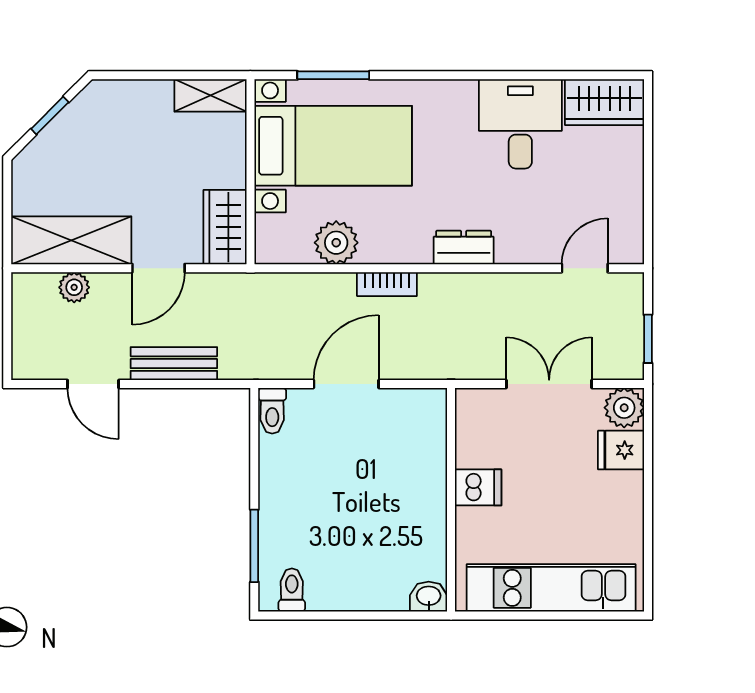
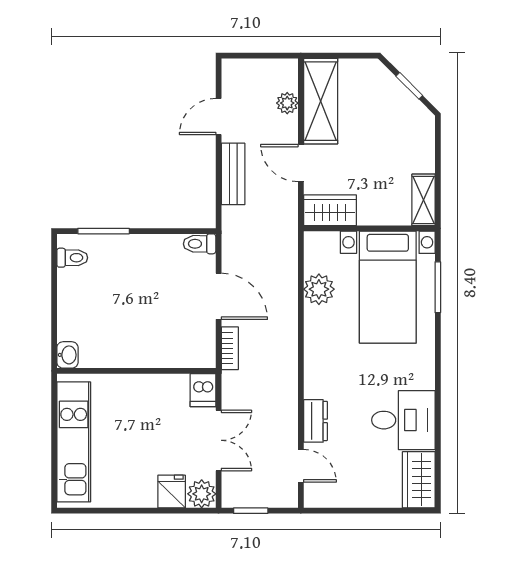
dresser: (464, 248) -> (315, 421), moved
bookcase: (387, 284) -> (230, 348), moved, turned 180
dishwasher: (478, 487) -> (203, 390), moved

